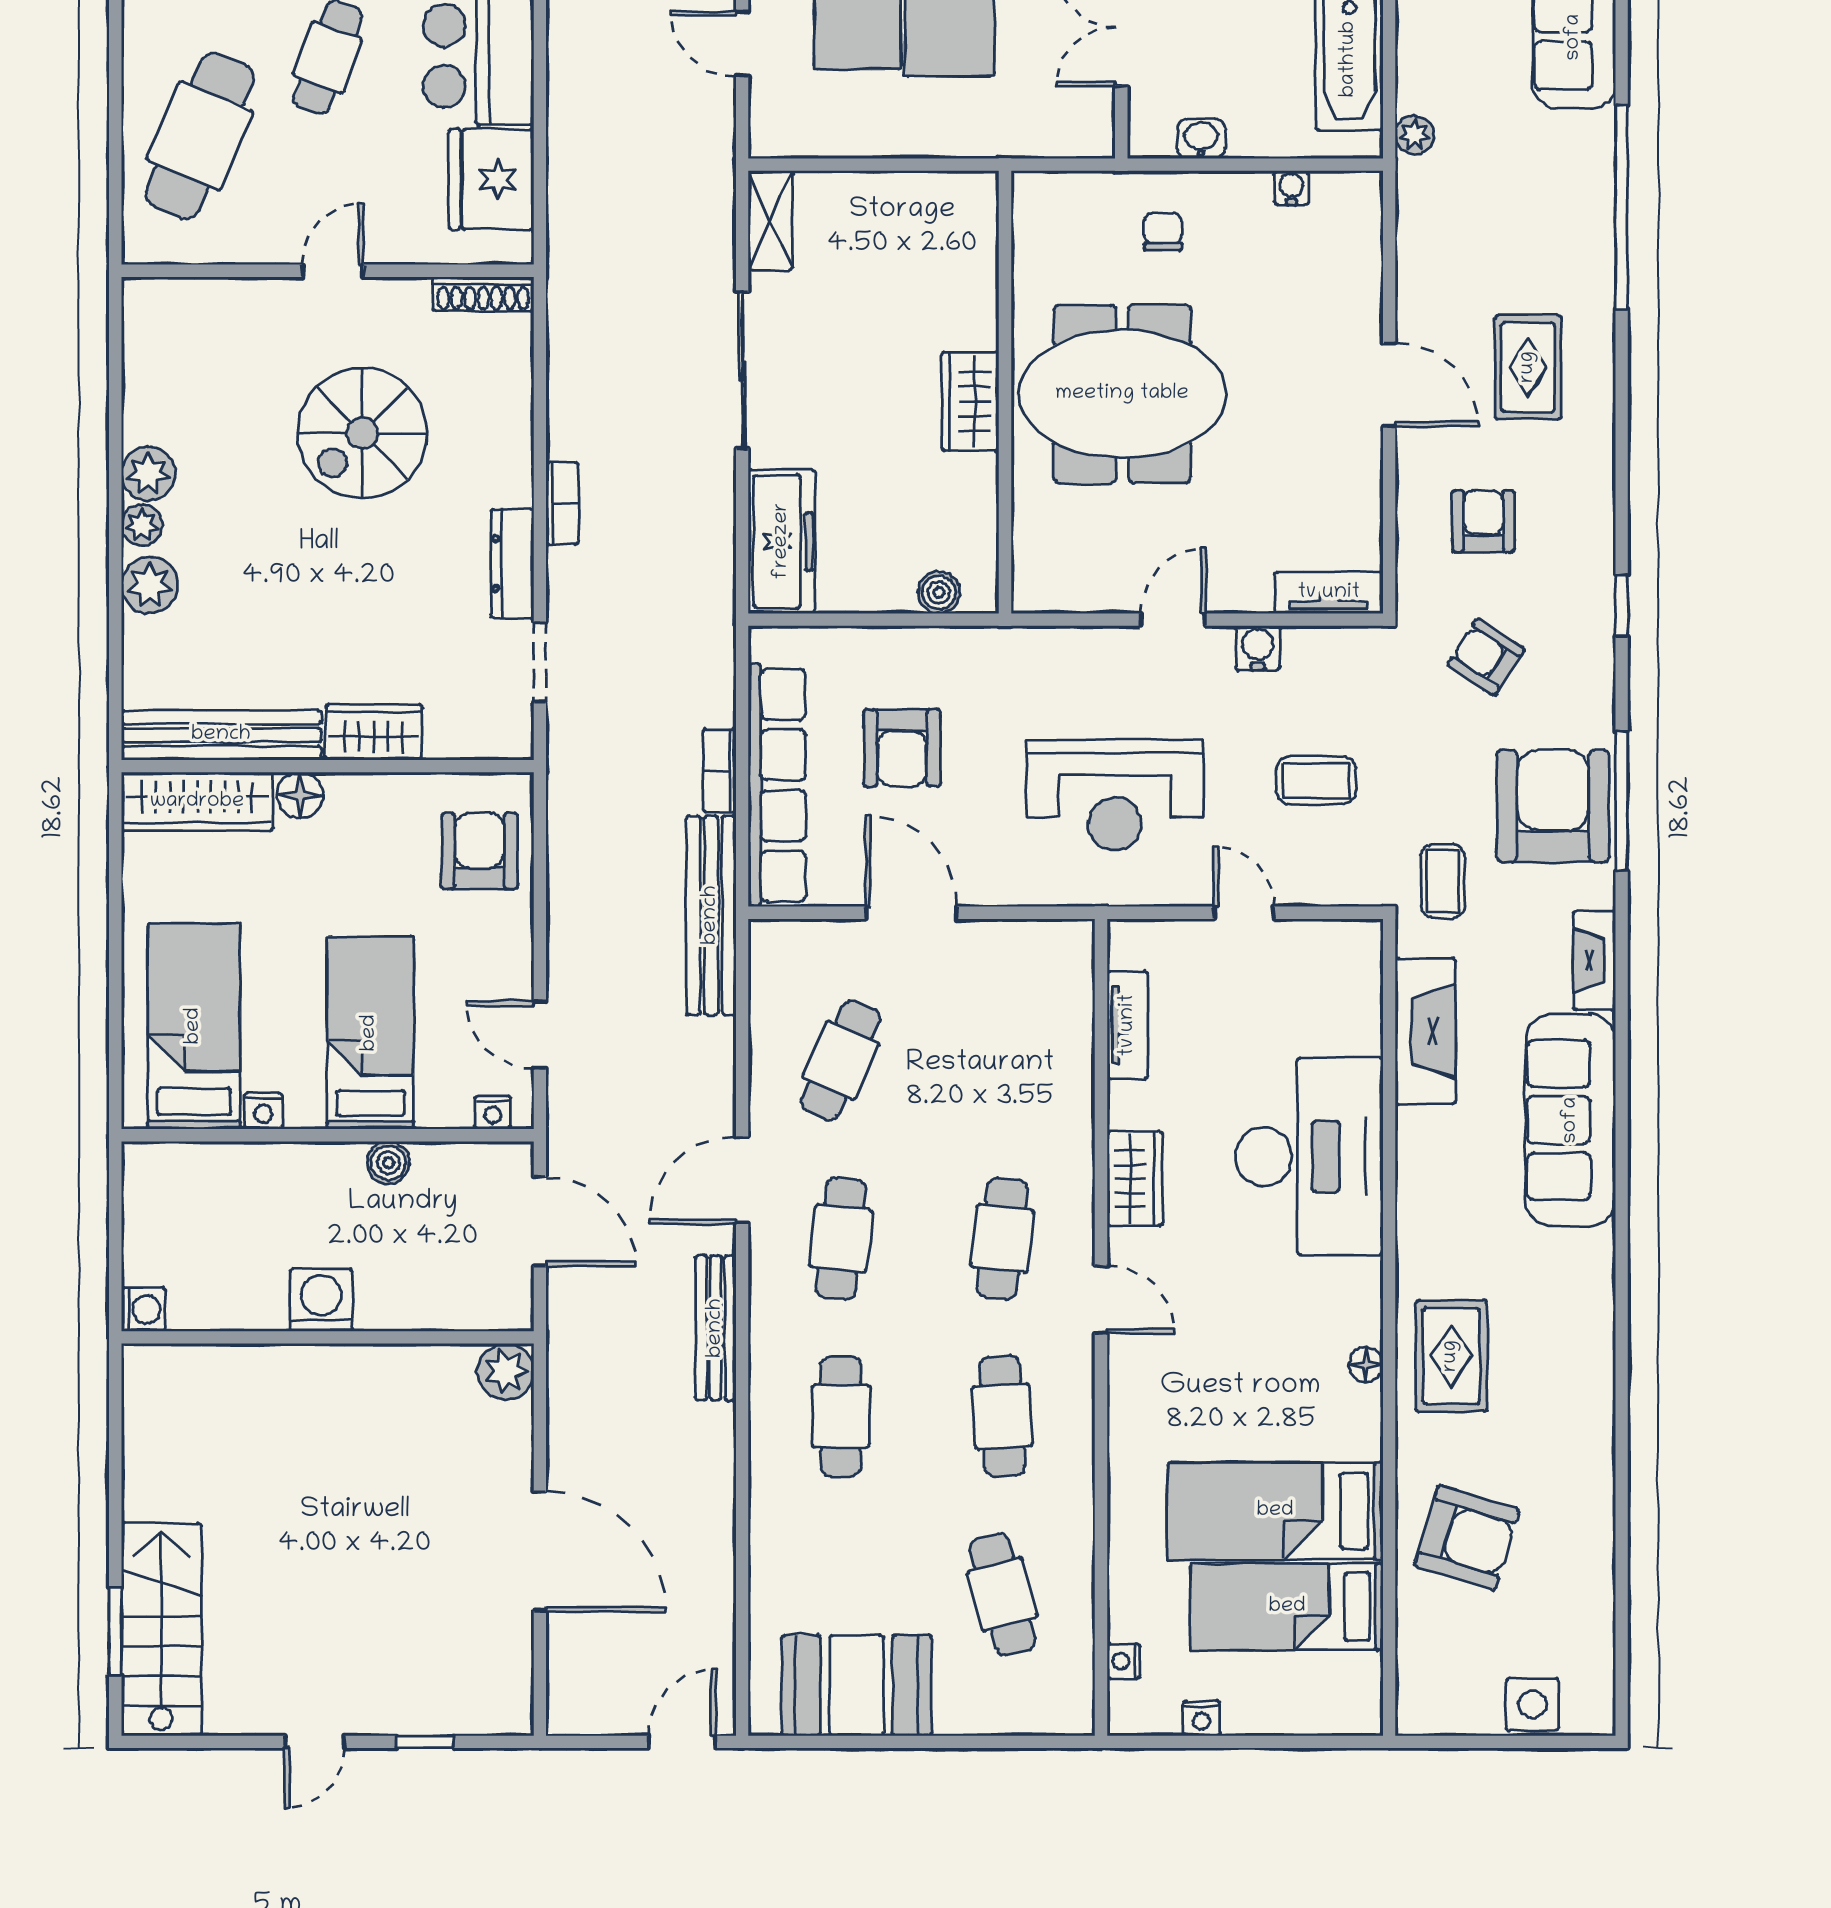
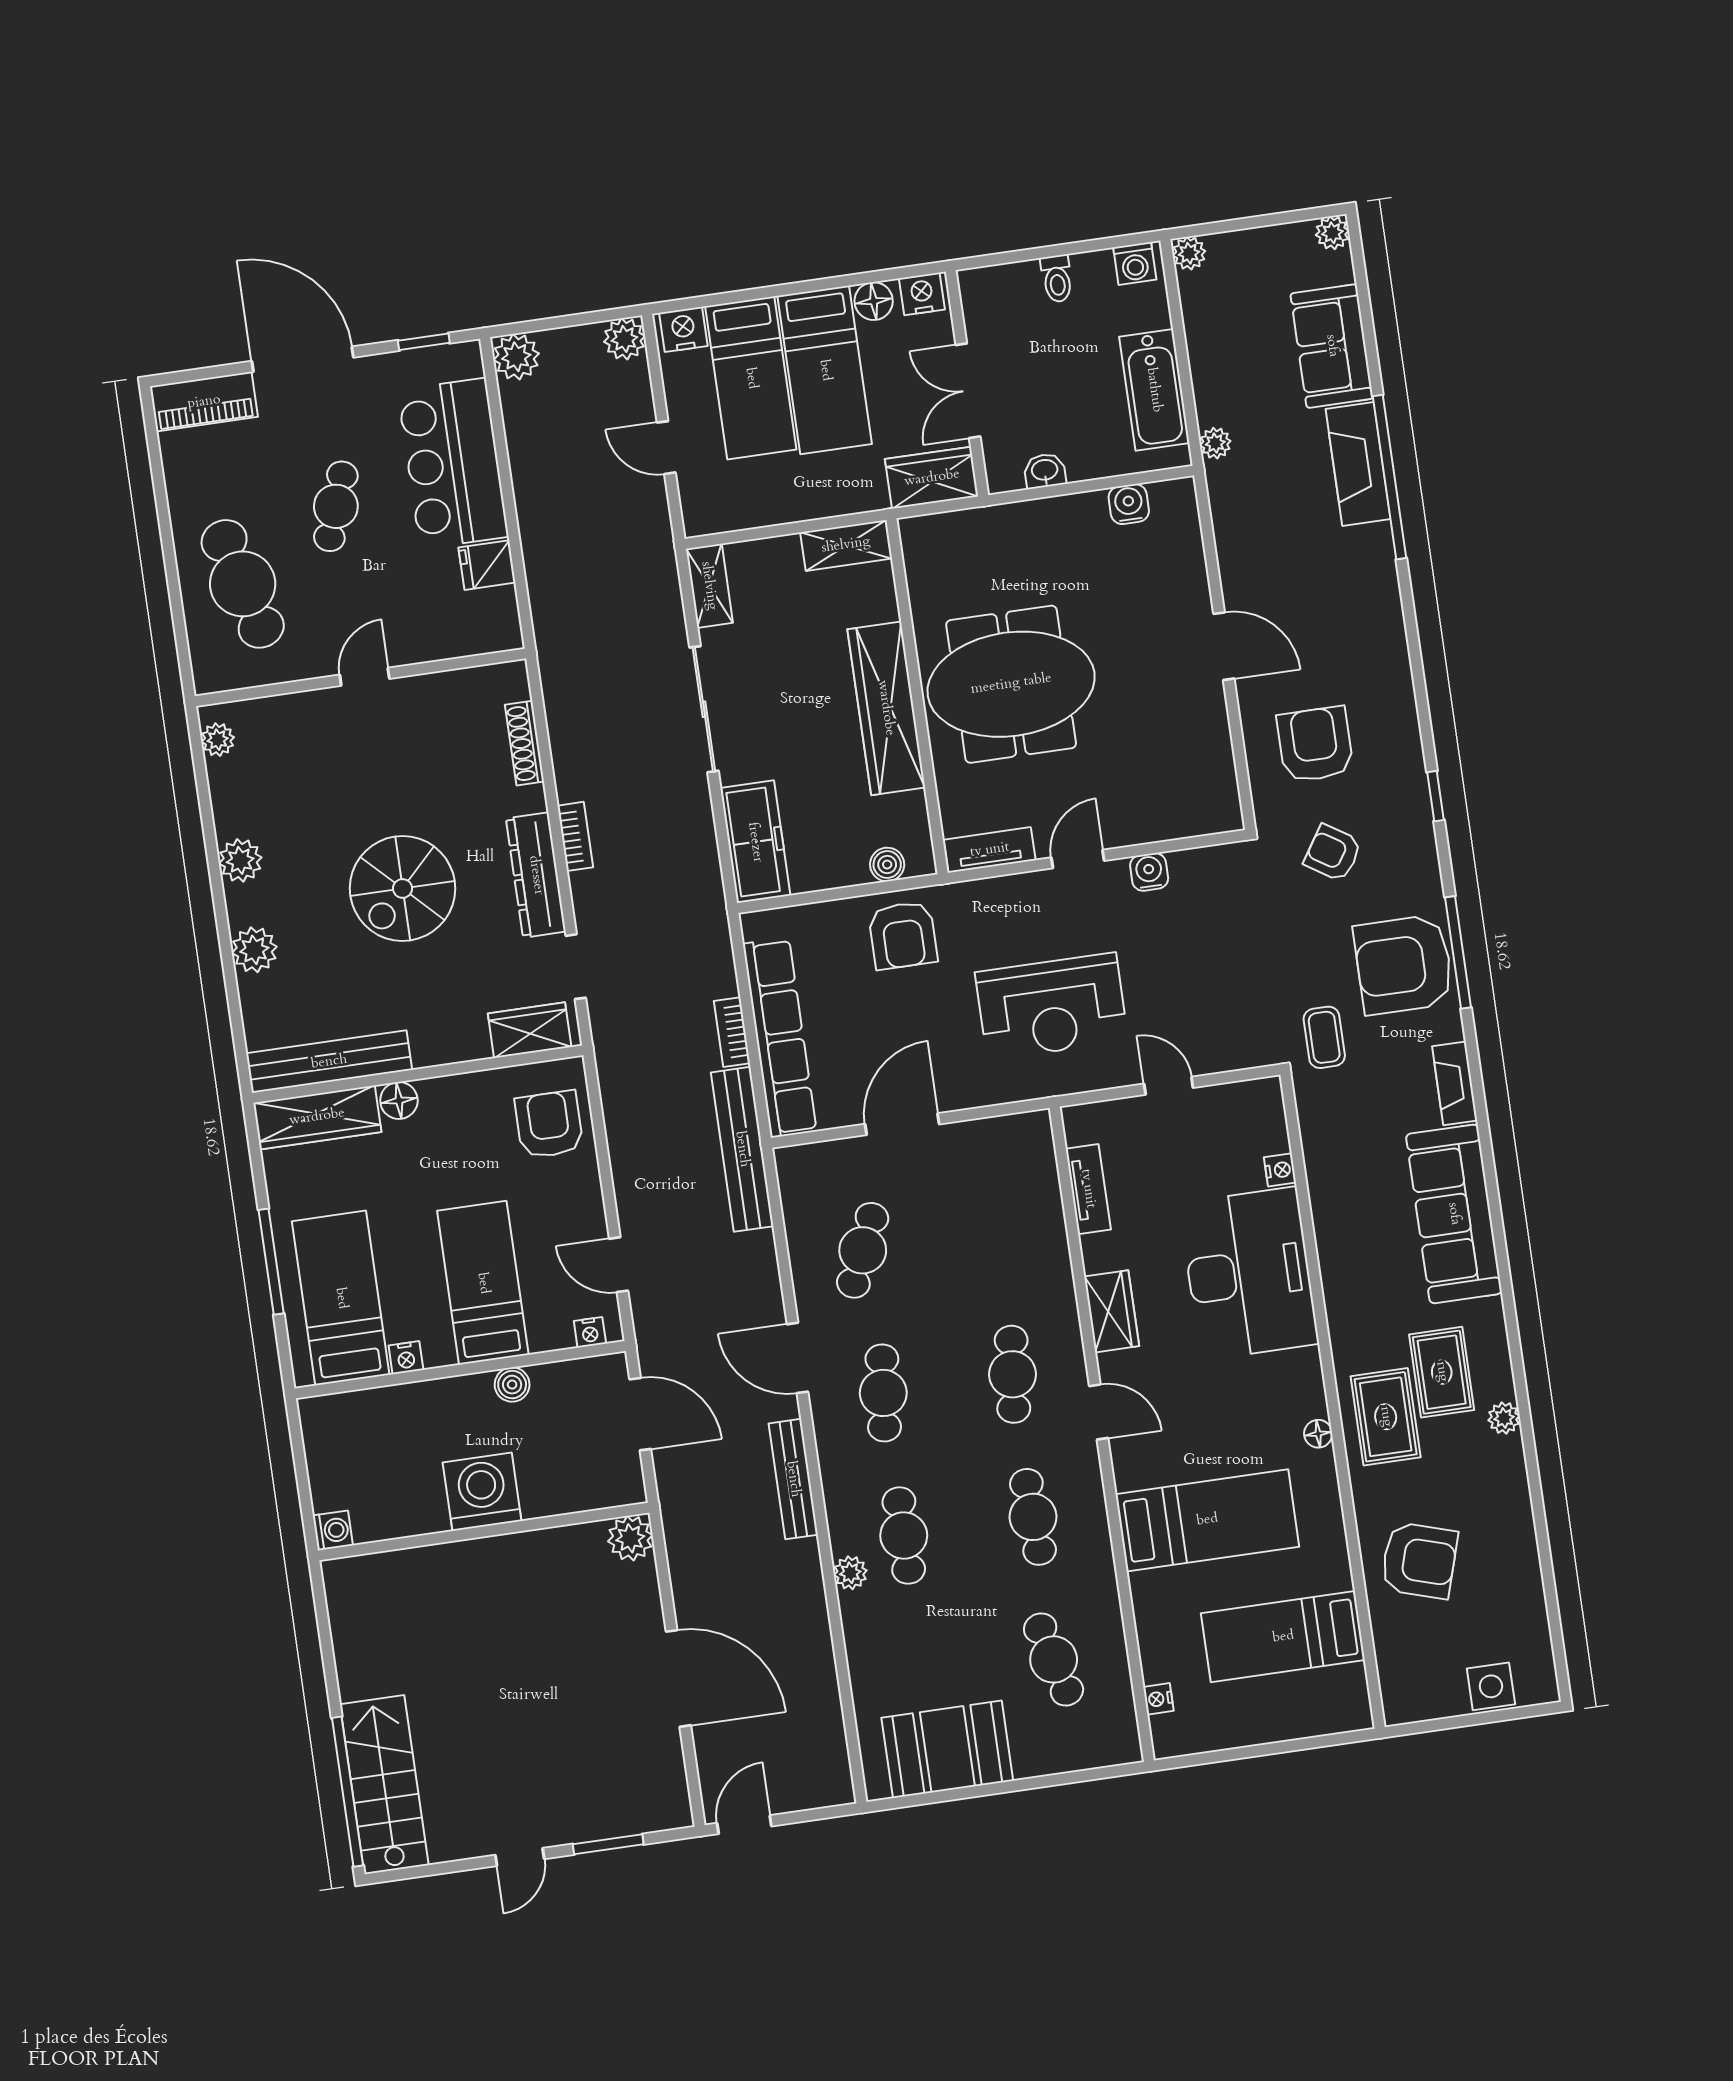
wardrobe: (1061, 127) -> (932, 478), added
cafe table: (200, 136) -> (243, 584), turned -38
fridge: (491, 179) -> (487, 565), width x0.53, depth x0.75
water cooler: (1291, 188) -> (1129, 504), width x1.38, depth x1.38
shelving: (945, 195) -> (846, 545), added
chair: (1163, 232) -> (1025, 550), removed
shoe rack: (483, 294) -> (525, 743), moved, turned 90
rug: (1528, 367) -> (1442, 1372), moved
wardrobe: (970, 401) -> (886, 708), width x2.10, depth x1.17
spiral stairs: (362, 433) -> (403, 888), moved
armchair: (1483, 521) -> (1315, 744), width x1.38, depth x1.38
plant: (142, 525) -> (218, 740), moved
dresser: (512, 563) -> (536, 875), width x1.37, depth x1.24
tv unit: (1329, 593) -> (990, 850), moved
wardrobe: (374, 732) -> (530, 1030), moved
armchair: (902, 748) -> (903, 935), moved
coffee table: (1316, 780) -> (1211, 971), removed
armchair: (1553, 806) -> (1404, 965), turned -90
door: (911, 913) -> (902, 1124), hinge flipped
window: (115, 970) -> (271, 1262), added
fireplace: (1425, 1031) -> (1358, 464), moved, turned 180
door: (742, 1180) -> (797, 1358), hinge flipped
washing machine: (321, 1300) -> (482, 1492), width x1.37, depth x1.37
plant: (1596, 1378) -> (1504, 1418), added
plant: (769, 1453) -> (850, 1573), added
bed: (1275, 1511) -> (1207, 1520), moved, turned 180
window: (115, 1632) -> (347, 1792), width x2.11
nightstand: (1201, 1718) -> (1280, 1170), moved, turned -90
window: (425, 1742) -> (608, 1844), width x1.50
door: (682, 1742) -> (744, 1825), moved

